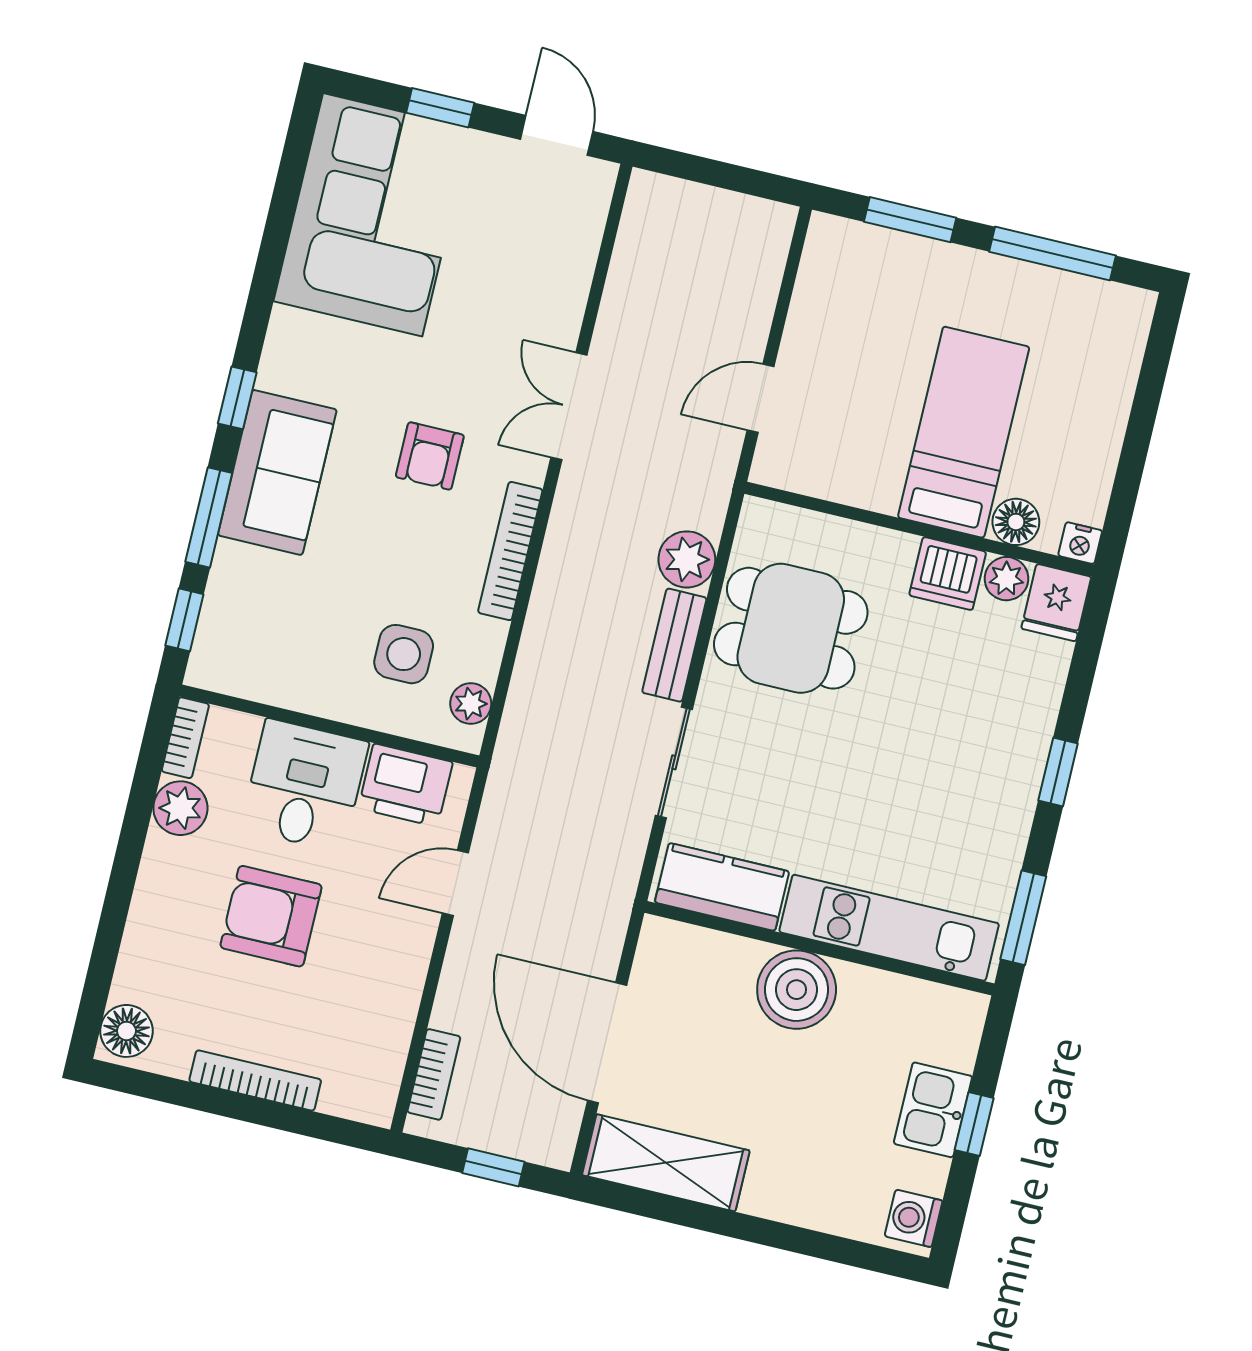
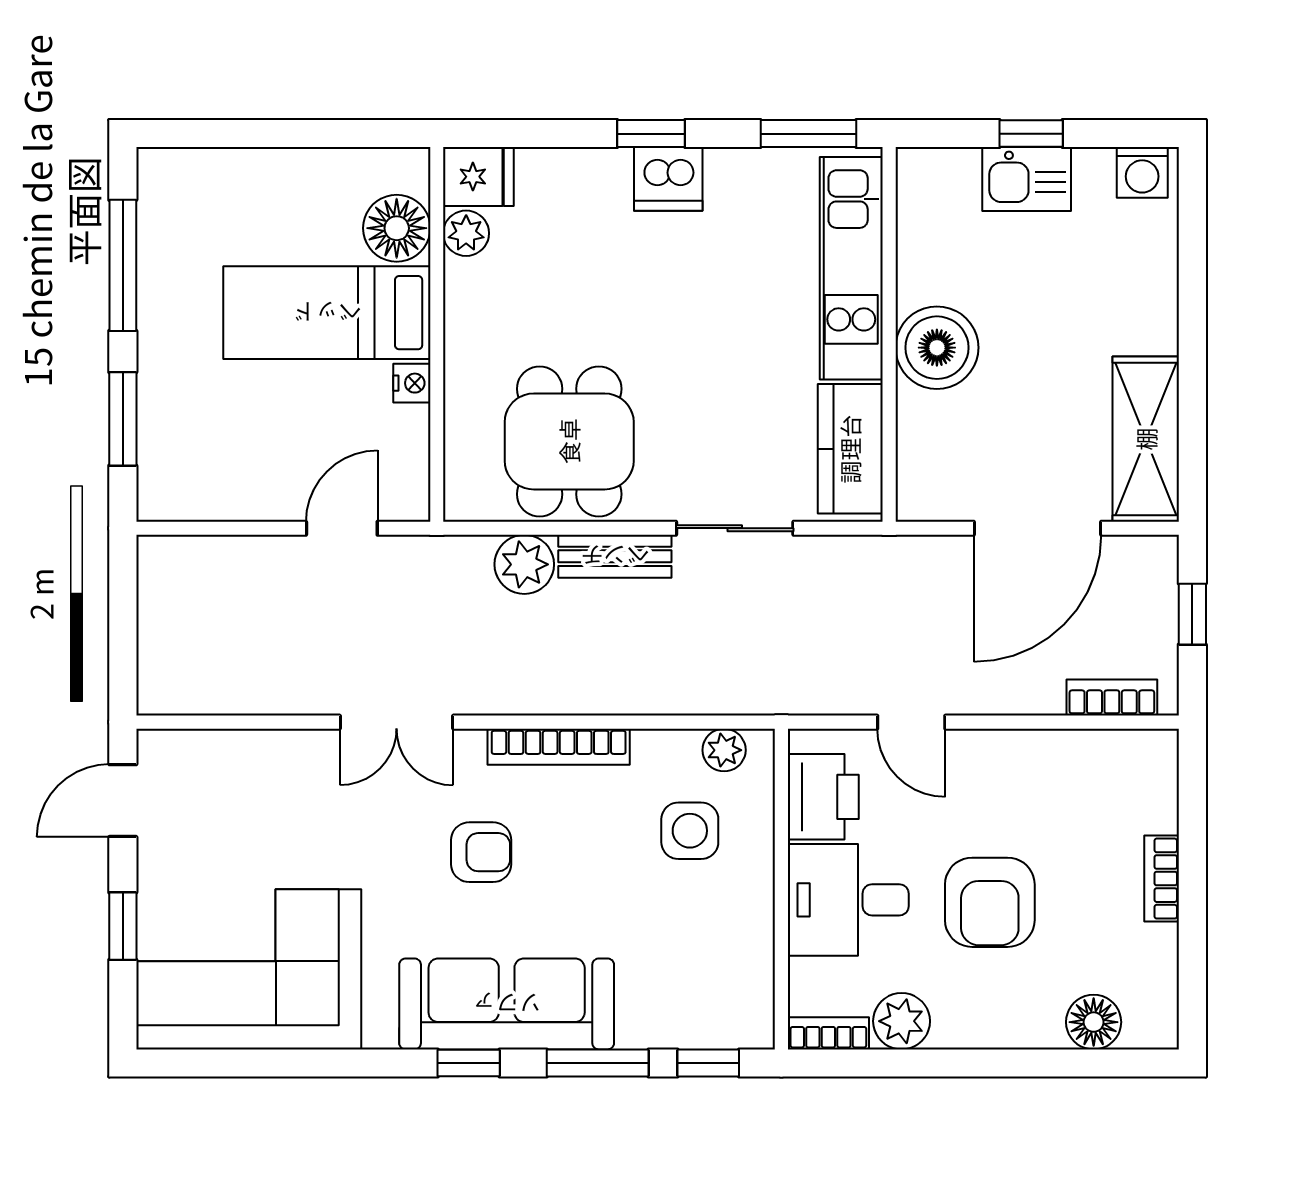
door: (761, 398) -> (342, 528), swing flipped
sofa: (277, 472) -> (507, 1004), width x1.36
floor lamp: (1016, 522) -> (397, 228), width x1.38, depth x1.38
nightstand: (1080, 543) -> (412, 383), moved
dishwasher: (948, 574) -> (668, 179), moved, turned 90
floor lamp: (126, 1031) -> (1094, 1022), moved
bookcase: (255, 1081) -> (1162, 879), width x0.64

